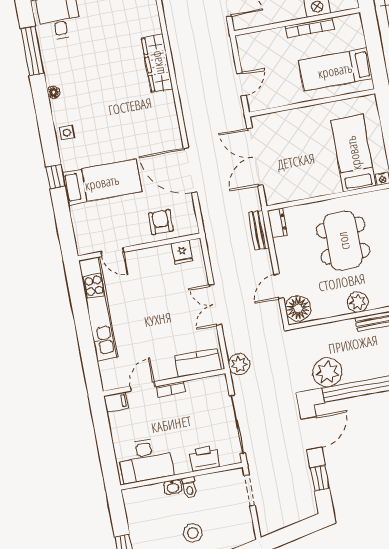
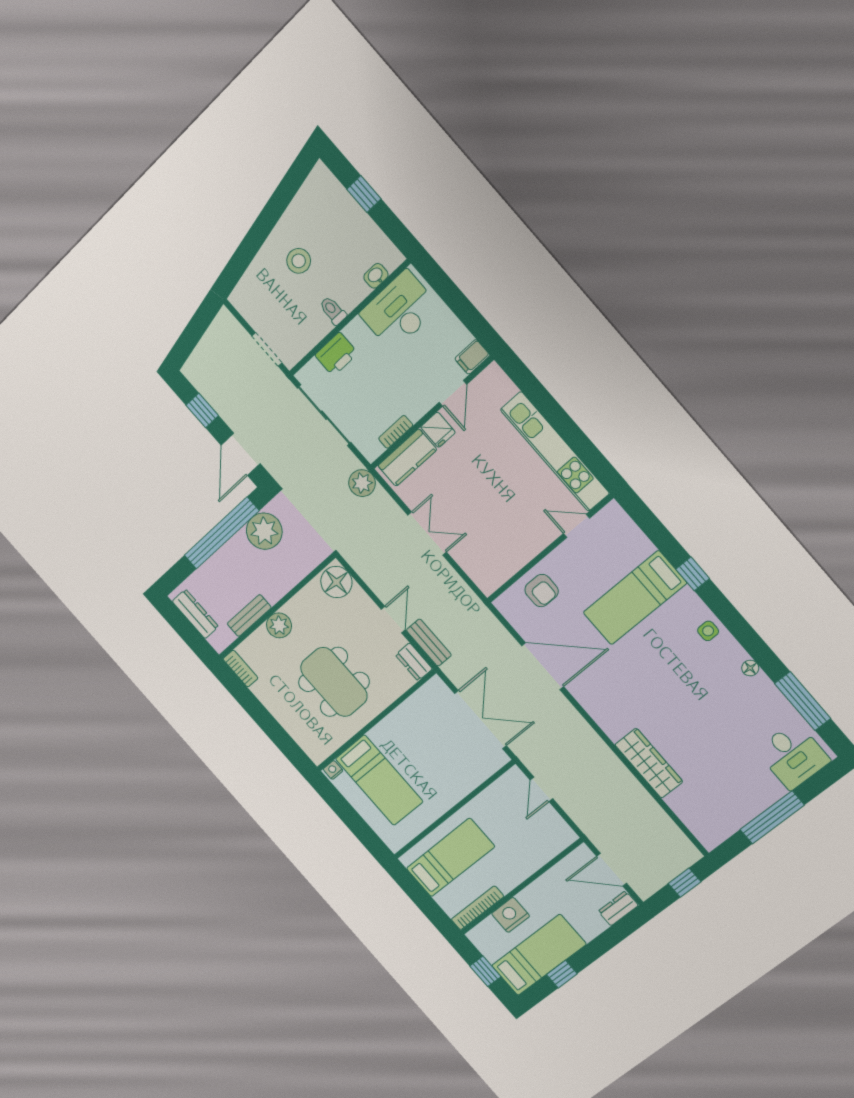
bookcase: (309, 28) -> (477, 908), moved
fridge: (182, 252) -> (438, 430), moved, turned 180
door: (279, 286) -> (393, 620), moved
bookcase: (171, 389) -> (396, 432), moved
washbasin: (173, 487) -> (376, 276), moved

